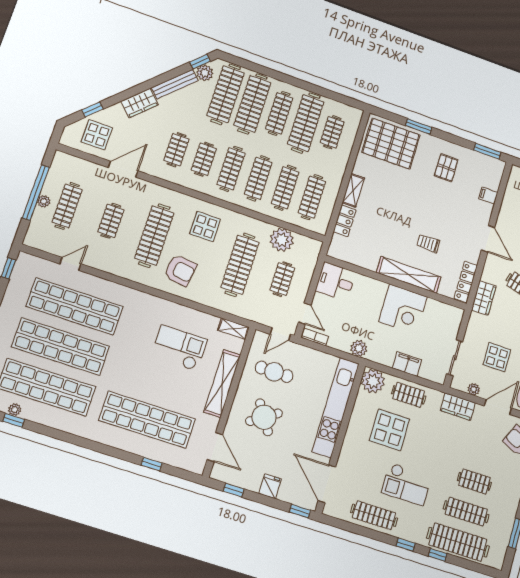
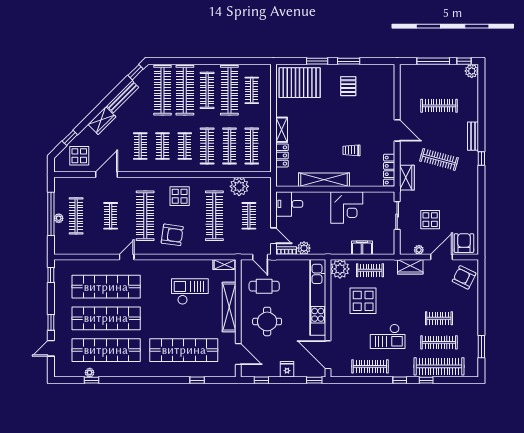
plant: (205, 73) -> (142, 80), removed
window: (487, 151) -> (349, 61), moved
clothes rail: (231, 169) -> (185, 146), width x0.73
filing cabinet: (488, 196) -> (388, 96), removed
door: (70, 264) -> (127, 257), moved
shelving: (409, 275) -> (324, 180), moved
door: (280, 334) -> (260, 257), hinge flipped
plant: (359, 348) -> (304, 248), moved
sliding door: (455, 358) -> (397, 216), moved
round table: (264, 417) -> (267, 321), turned 33

